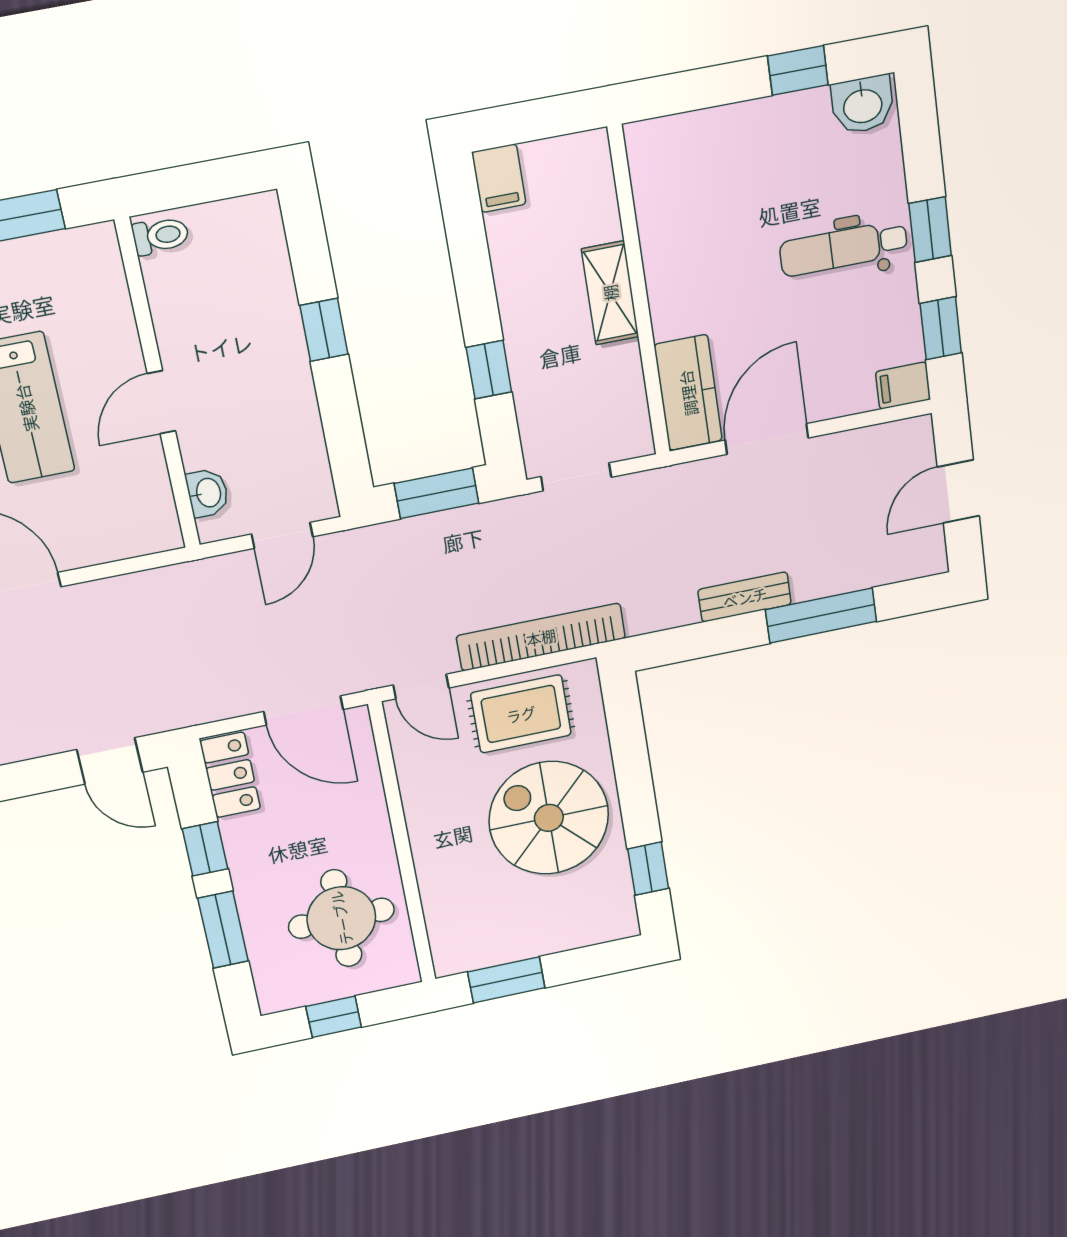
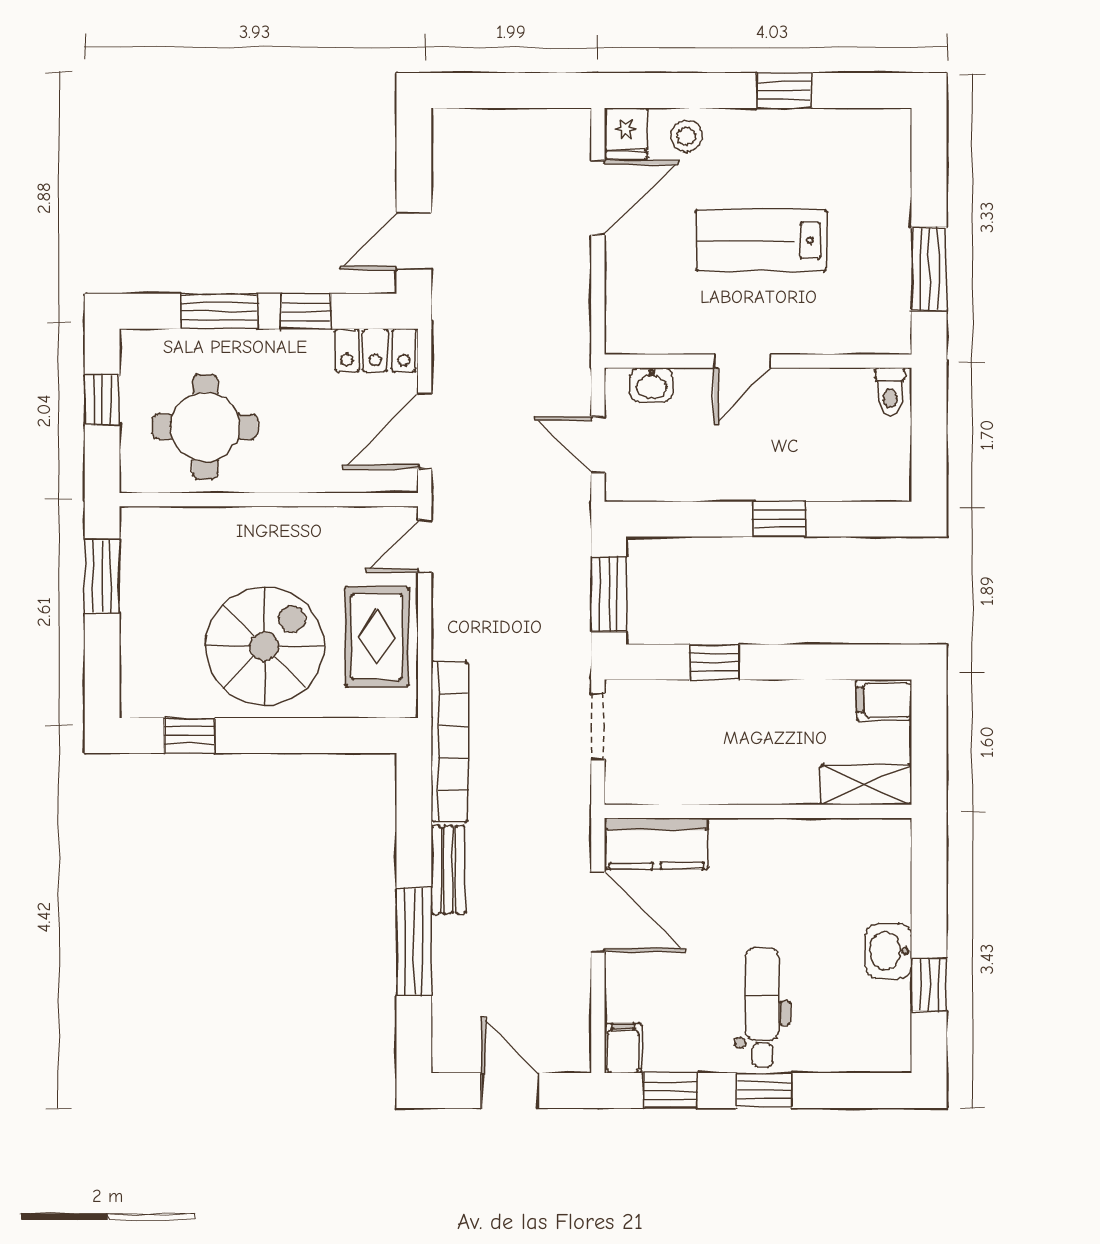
washbasin: (863, 105) -> (888, 951), moved
shelving: (610, 293) -> (866, 785), moved
door: (161, 402) -> (743, 361), swing flipped
bookcase: (541, 637) -> (449, 741), moved

